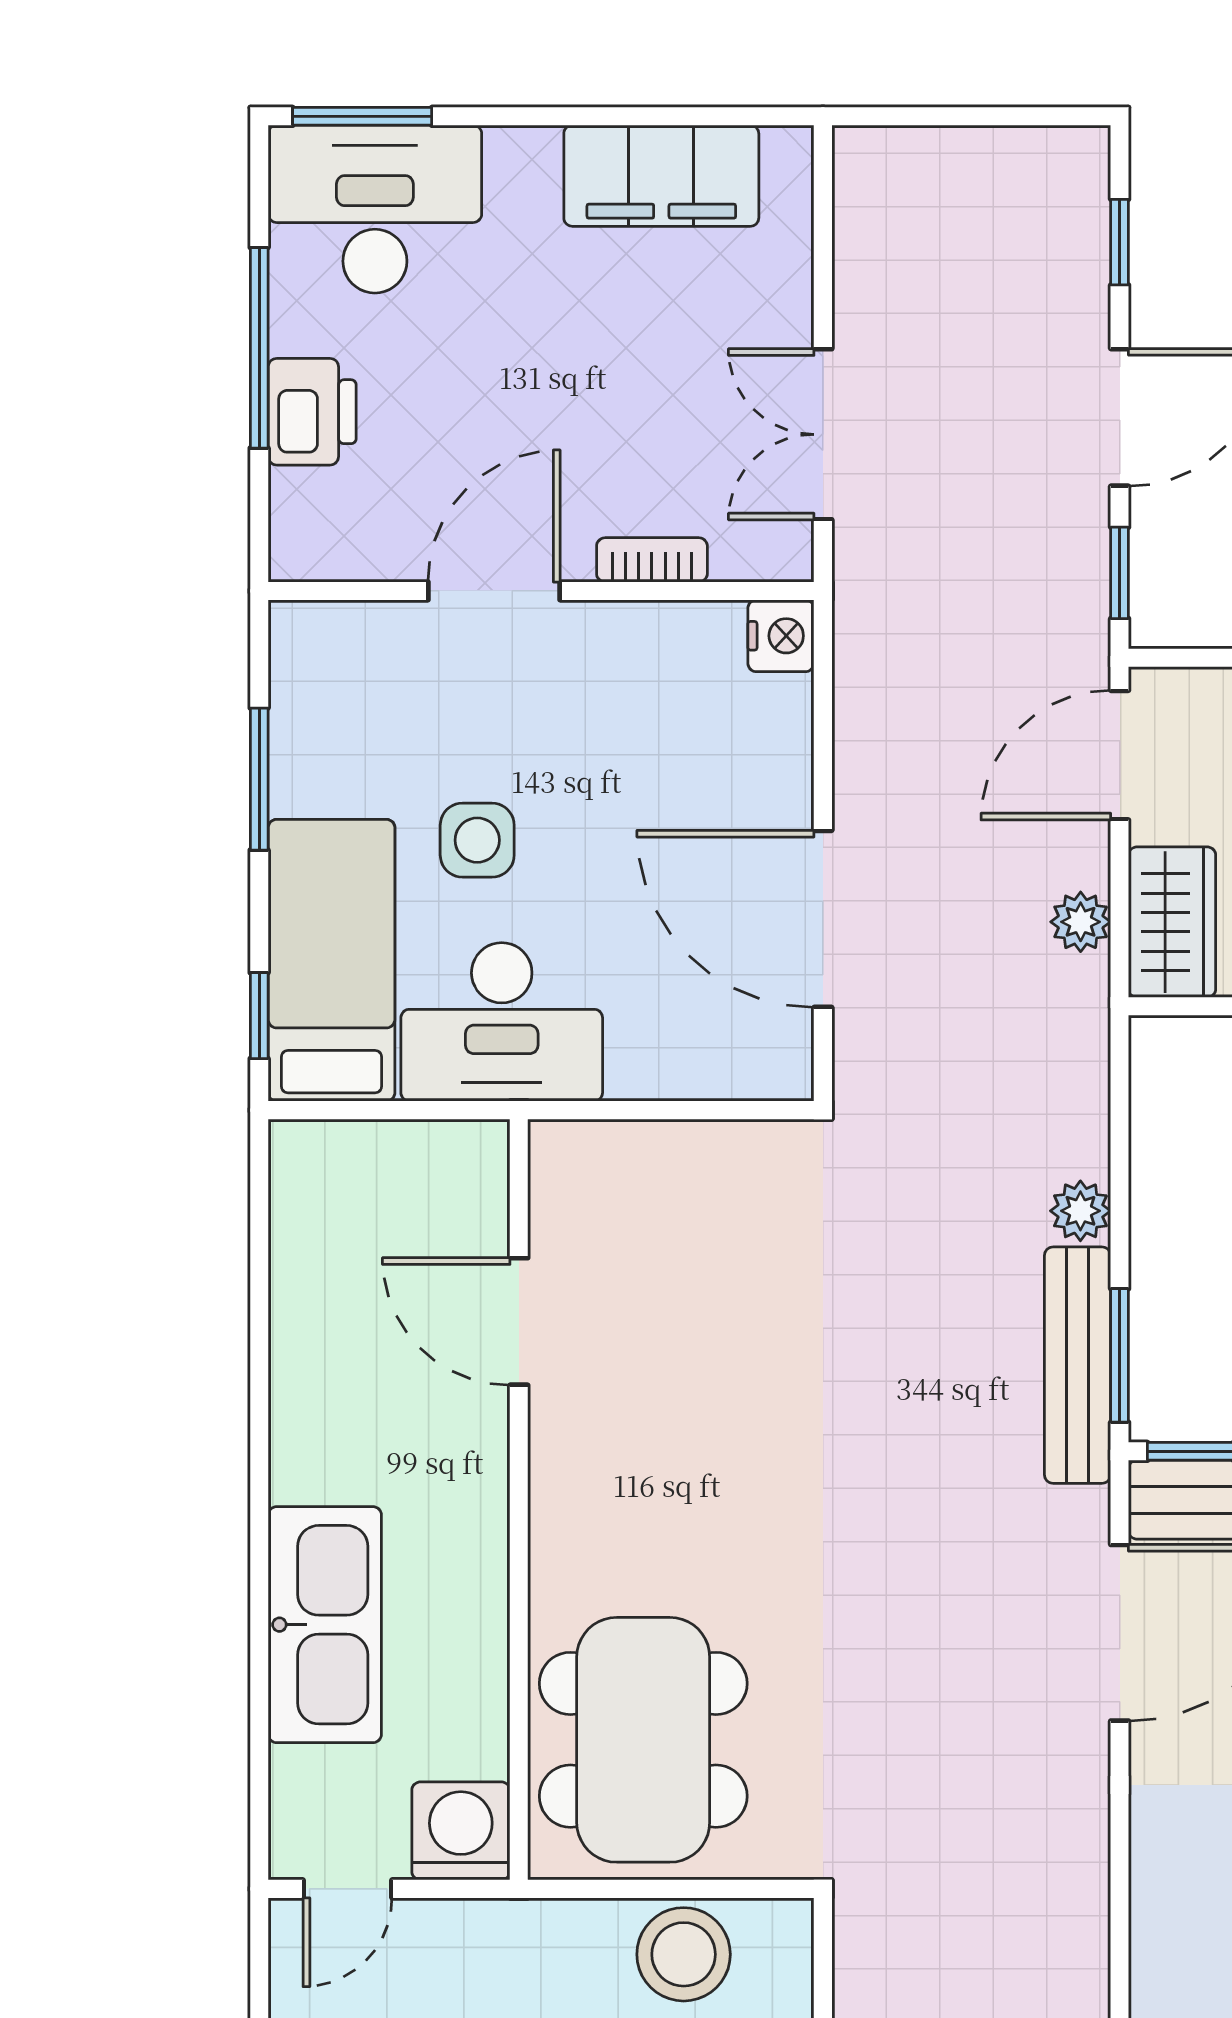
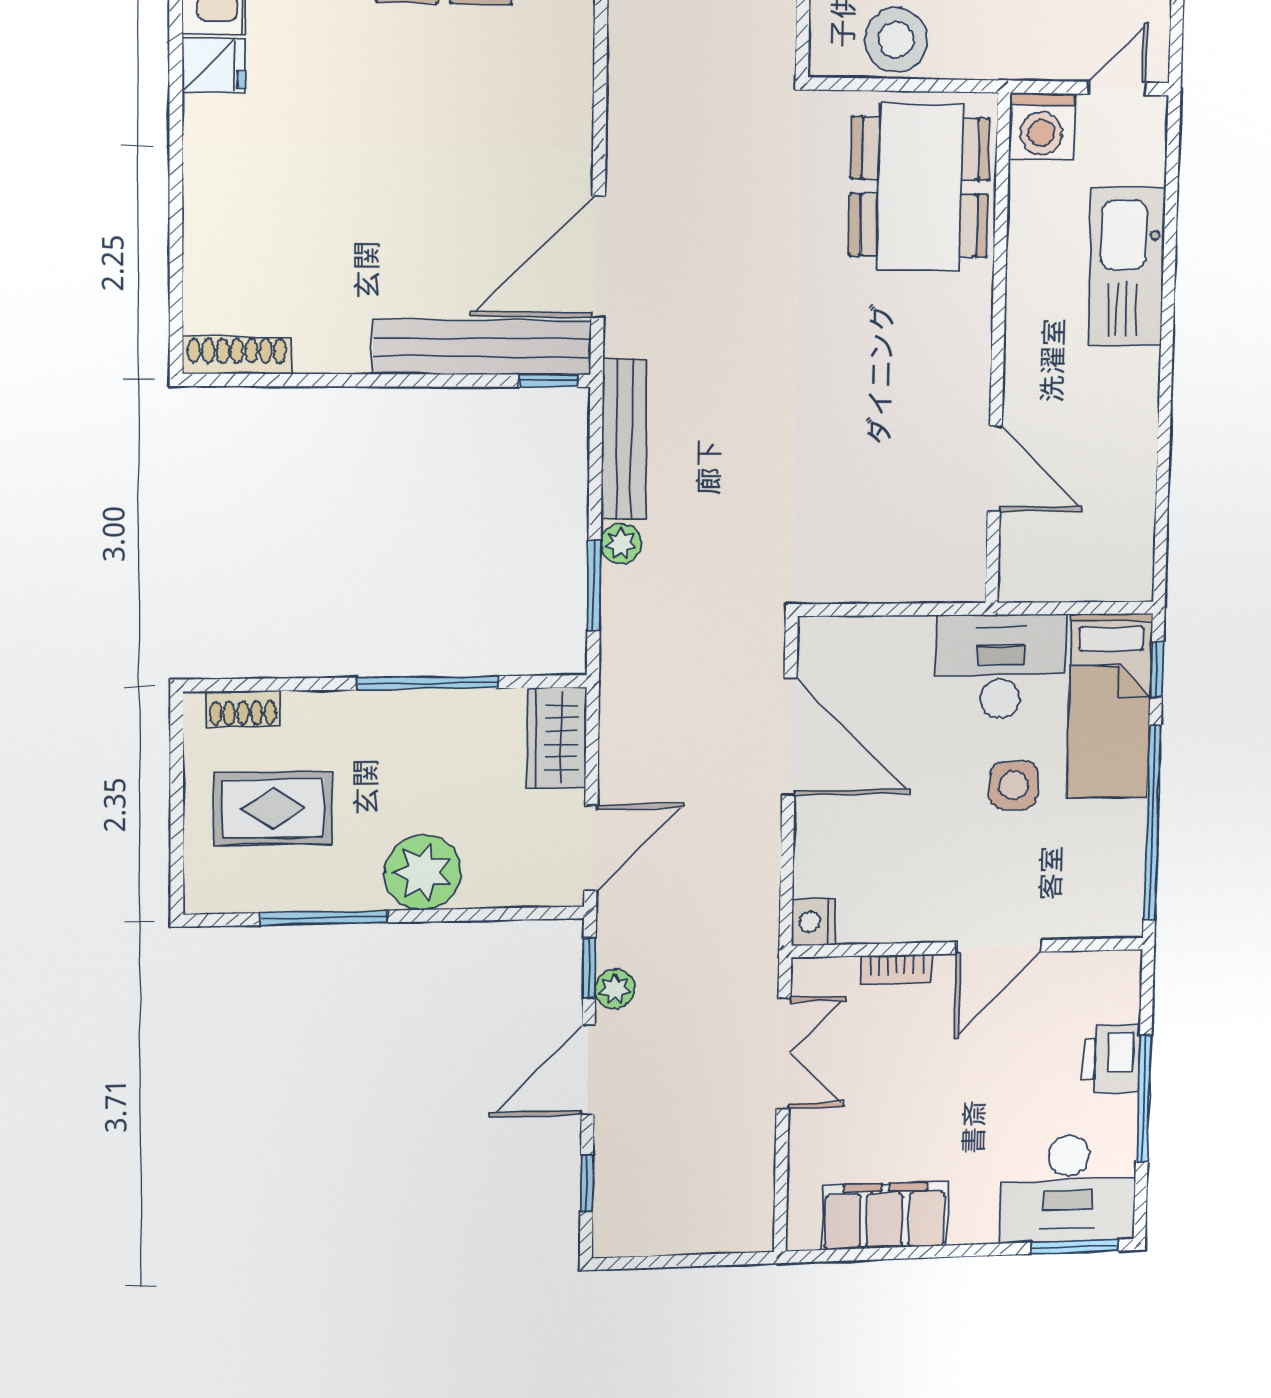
window: (259, 779) -> (1152, 823), width x2.11
plant: (1081, 922) -> (615, 989), moved
window: (1120, 1355) -> (594, 585), moved

